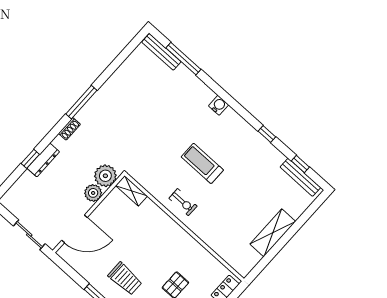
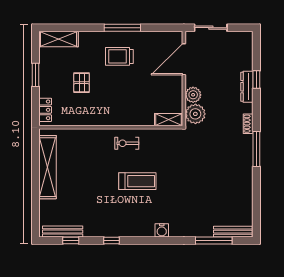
shelving: (273, 233) -> (48, 167), width x1.47

